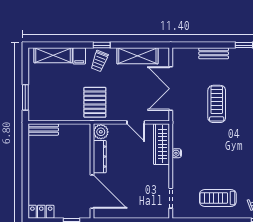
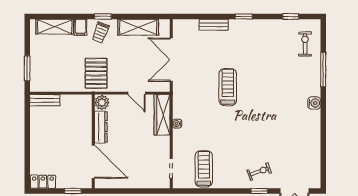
treadmill: (217, 104) -> (228, 87), moved
treadmill: (218, 198) -> (204, 169), moved, turned 90

